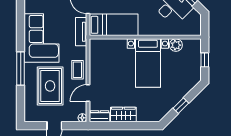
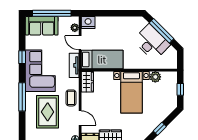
window: (21, 22) -> (22, 57), added
wardrobe: (97, 51) -> (87, 82), added
door: (88, 93) -> (80, 118), swing flipped

